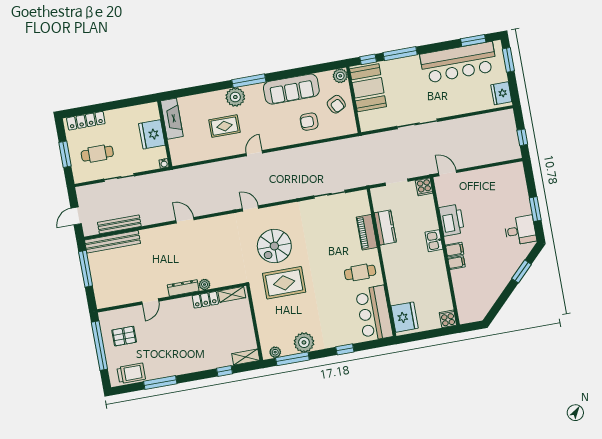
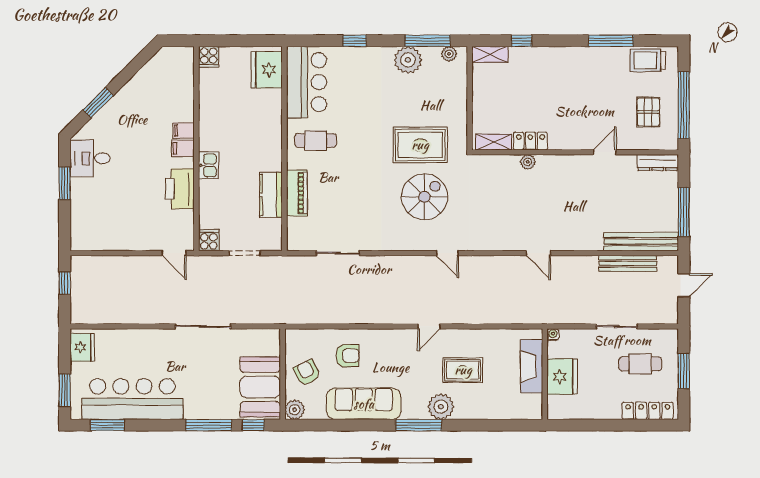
fireplace: (172, 119) -> (532, 366), moved
dresser: (183, 288) -> (658, 162), moved
pallet: (124, 336) -> (648, 112), turned 90

